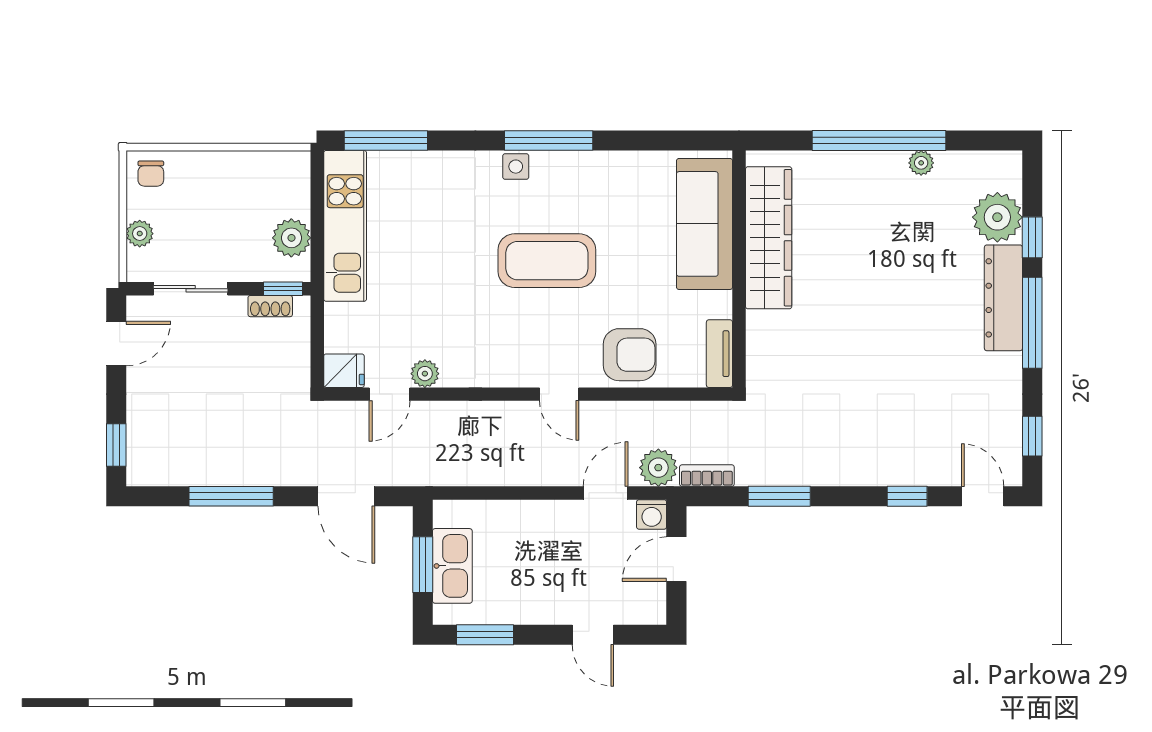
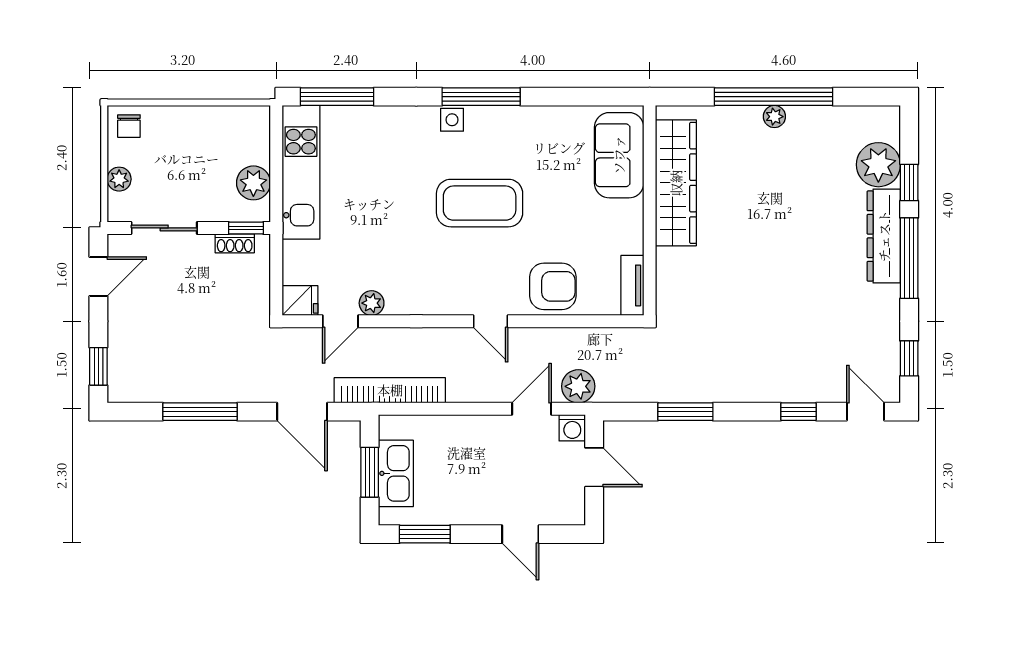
plant: (921, 163) -> (774, 117), moved
sofa: (704, 224) -> (619, 155), width x0.73
bookcase: (707, 476) -> (390, 390), moved, width x2.31, depth x1.31
door: (676, 559) -> (594, 467), swing flipped

